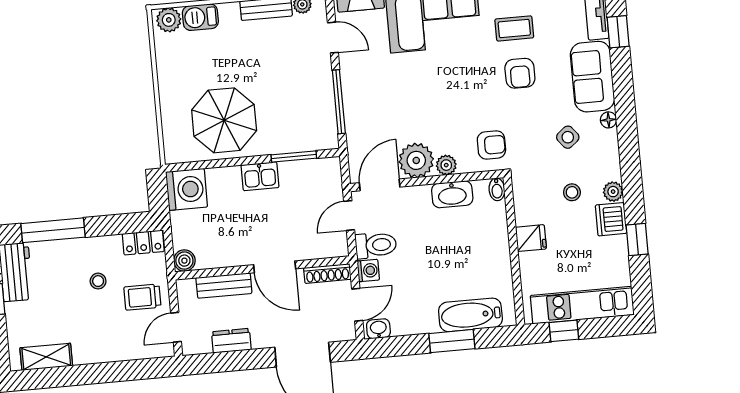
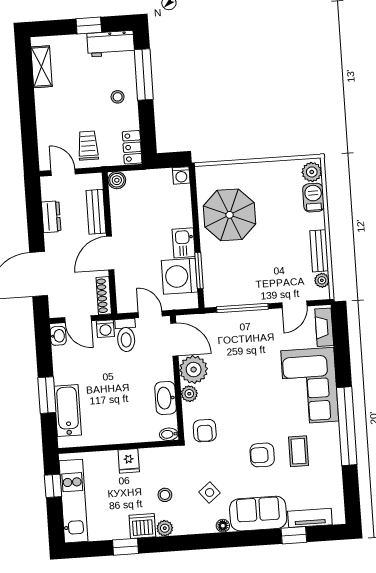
washing machine: (301, 181) -> (179, 276), added
washing machine: (187, 189) -> (181, 175), width x0.53, depth x0.53
stool: (98, 281) -> (118, 97), moved

